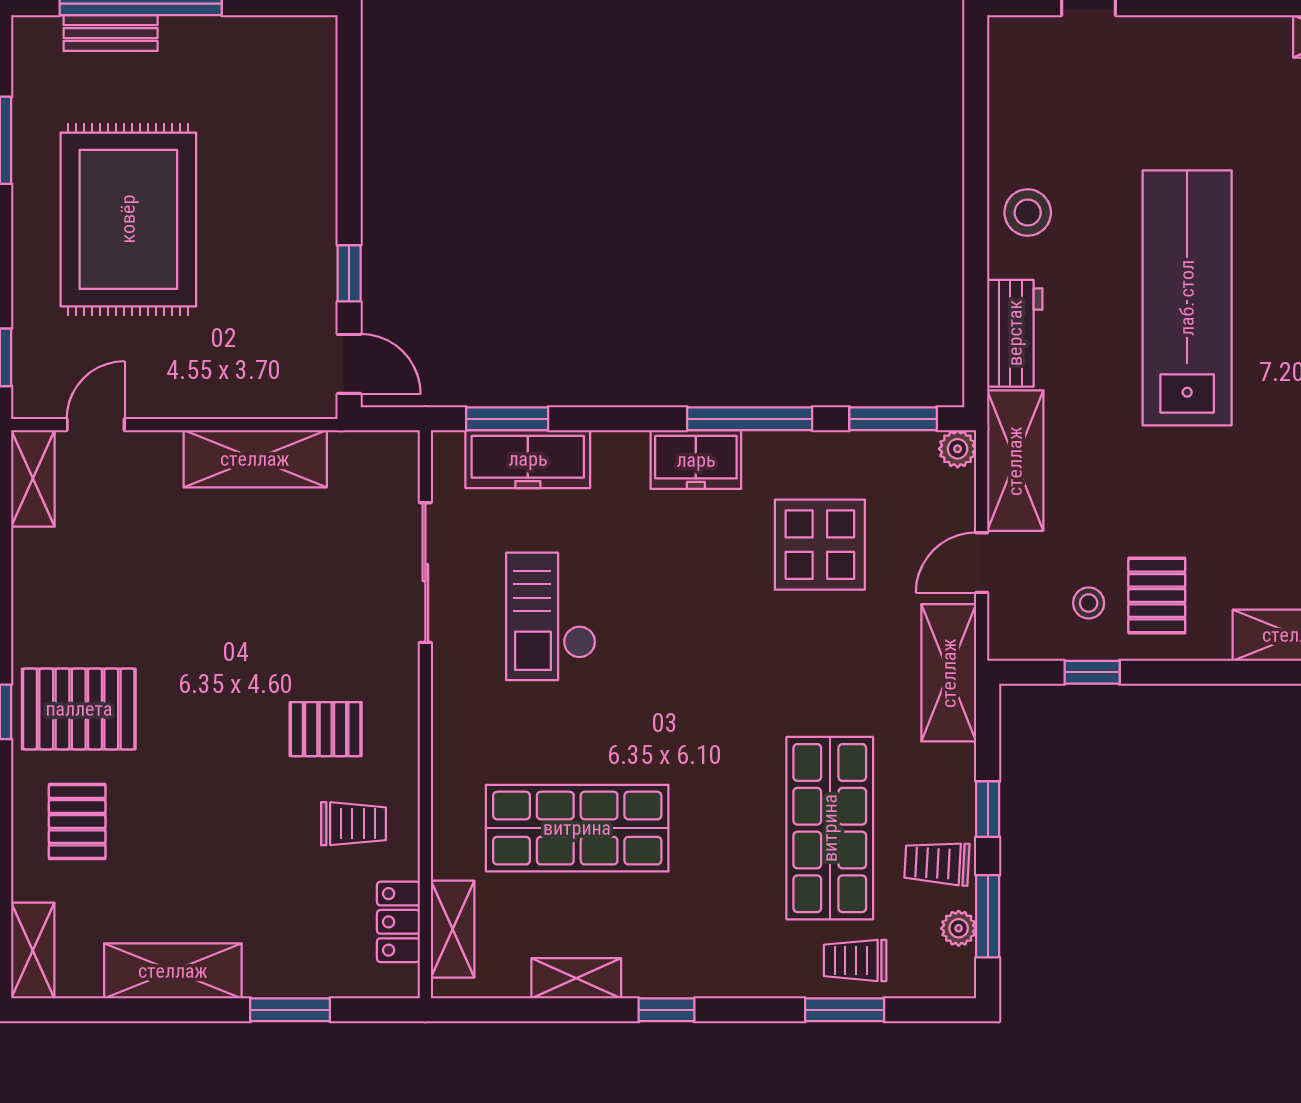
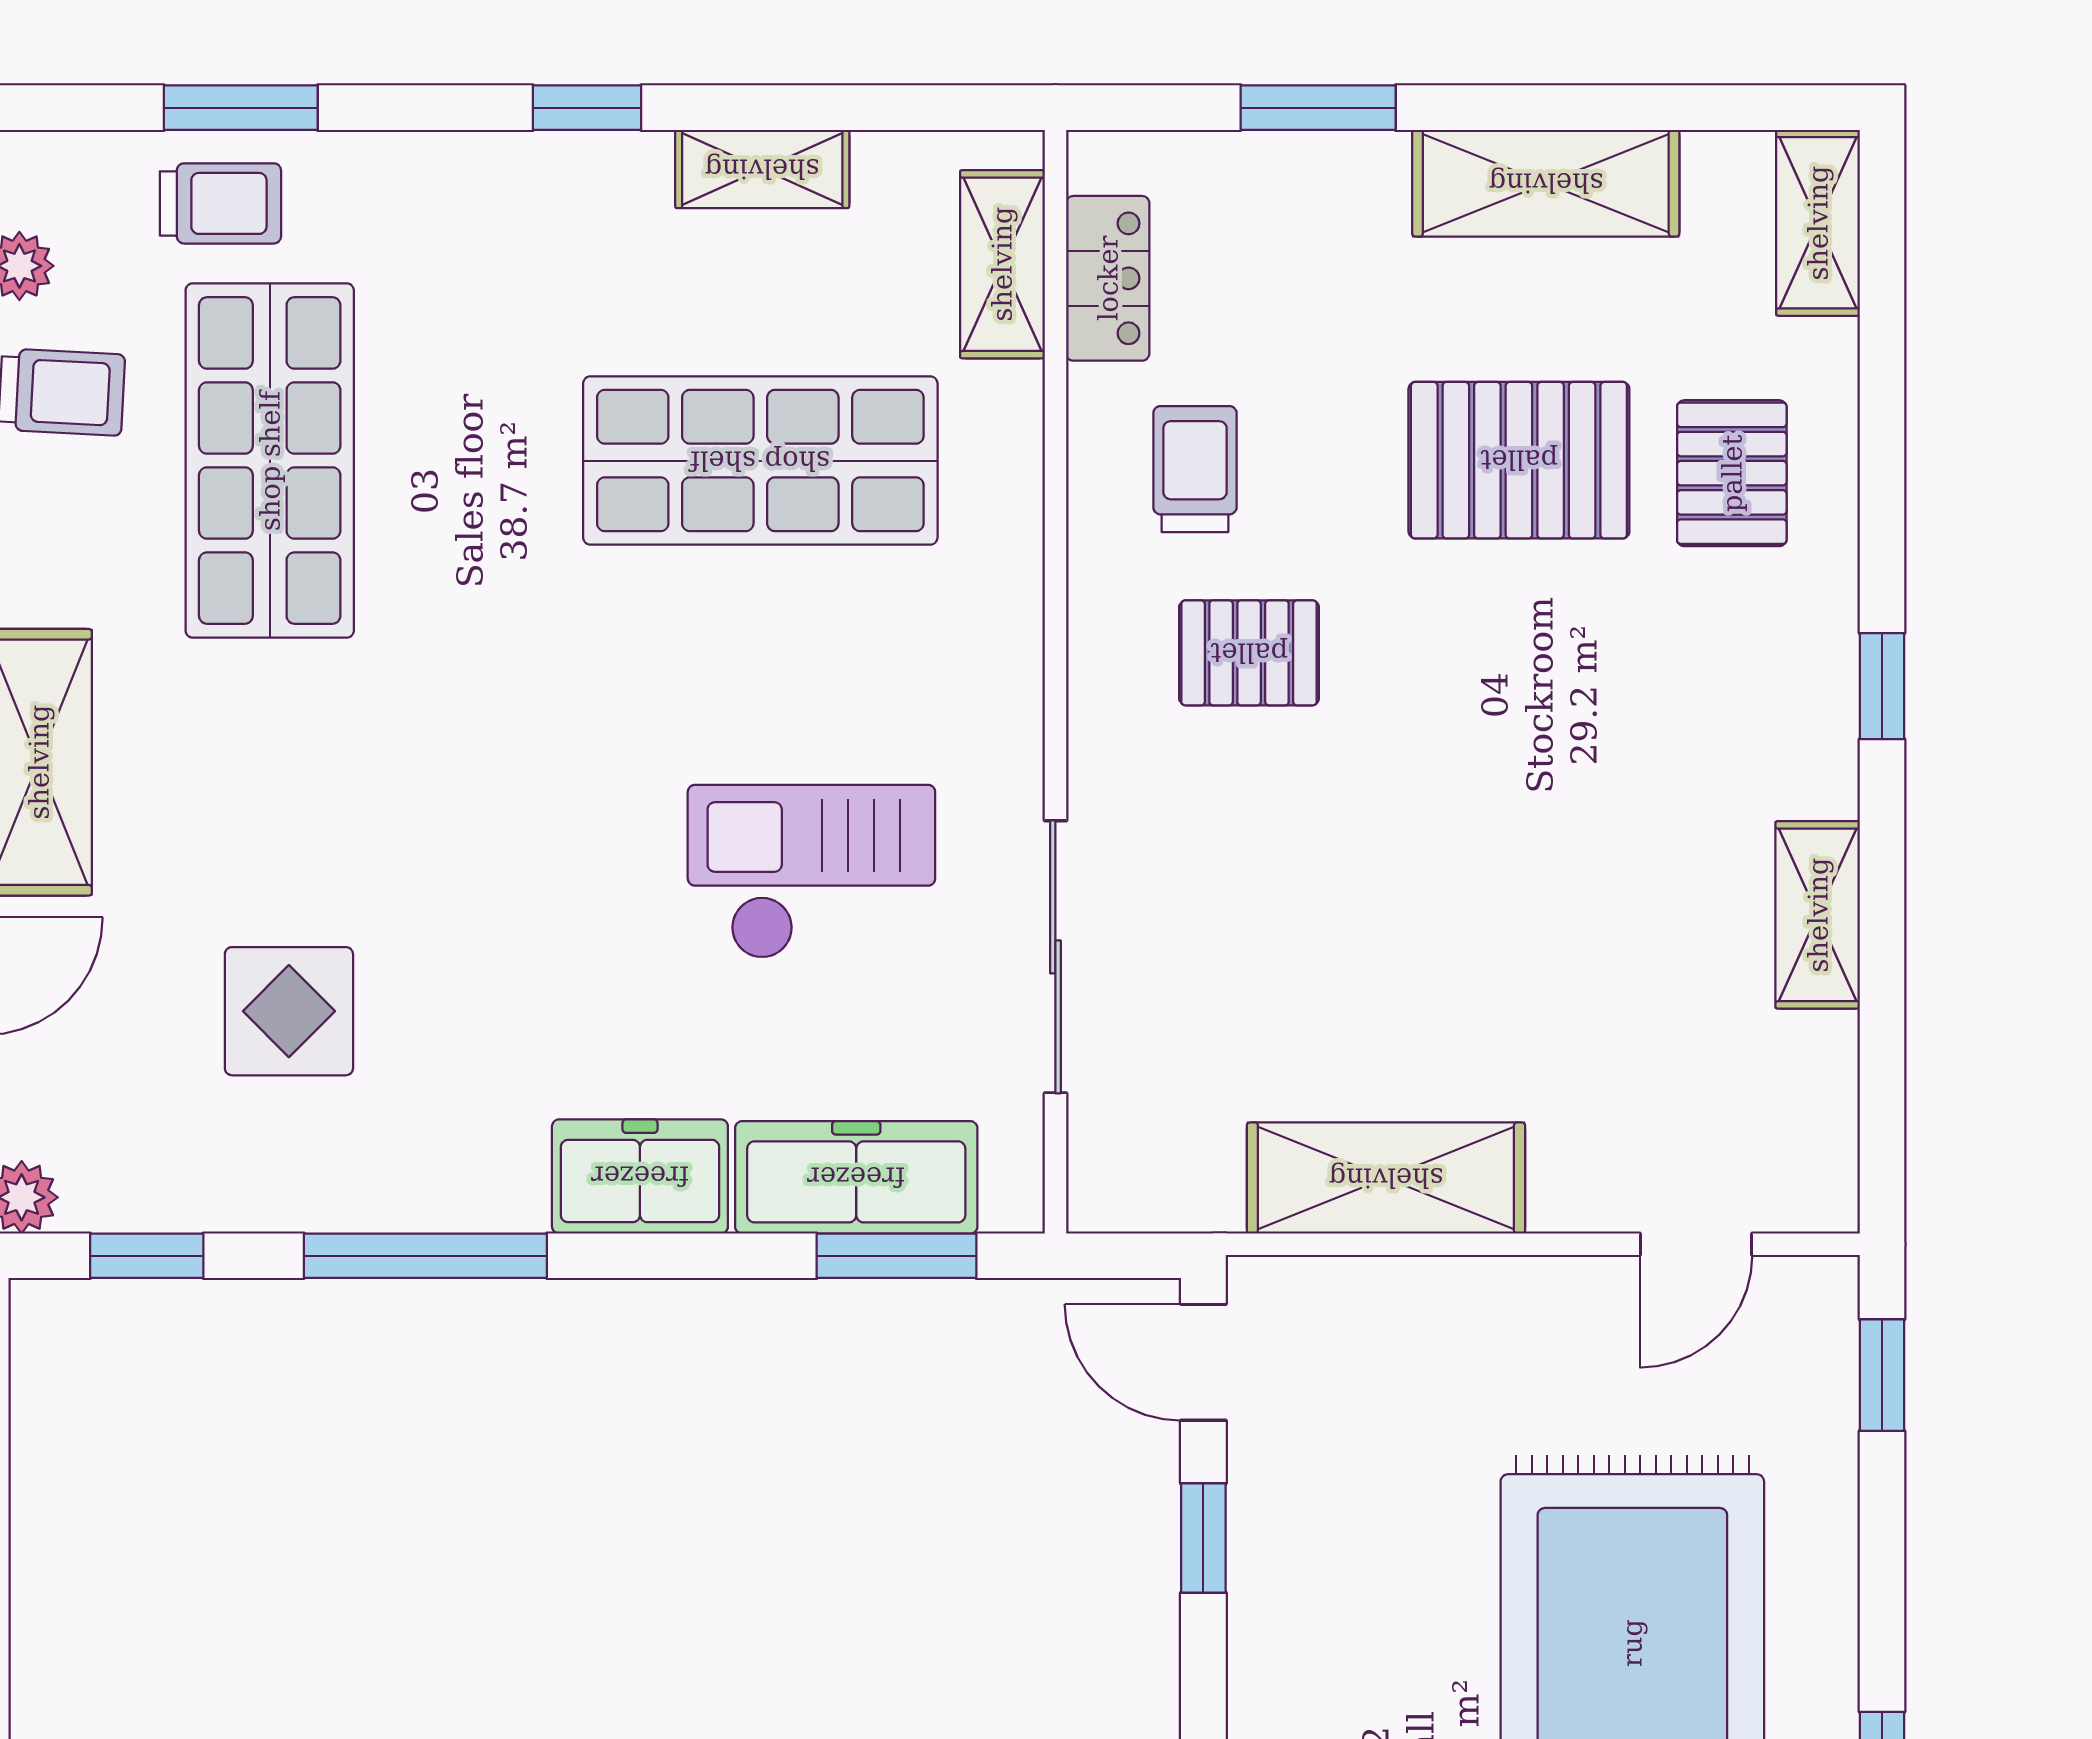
window: (893, 419) -> (147, 1256), width x0.67
freezer: (696, 460) -> (640, 1176), moved
shelving: (33, 478) -> (1818, 915), moved
display table: (820, 545) -> (289, 1011), width x0.73, depth x0.73
checkout: (551, 616) -> (811, 872), turned -90
pallet: (79, 709) -> (1519, 460), moved
trolley: (353, 824) -> (1195, 469), turned 90

